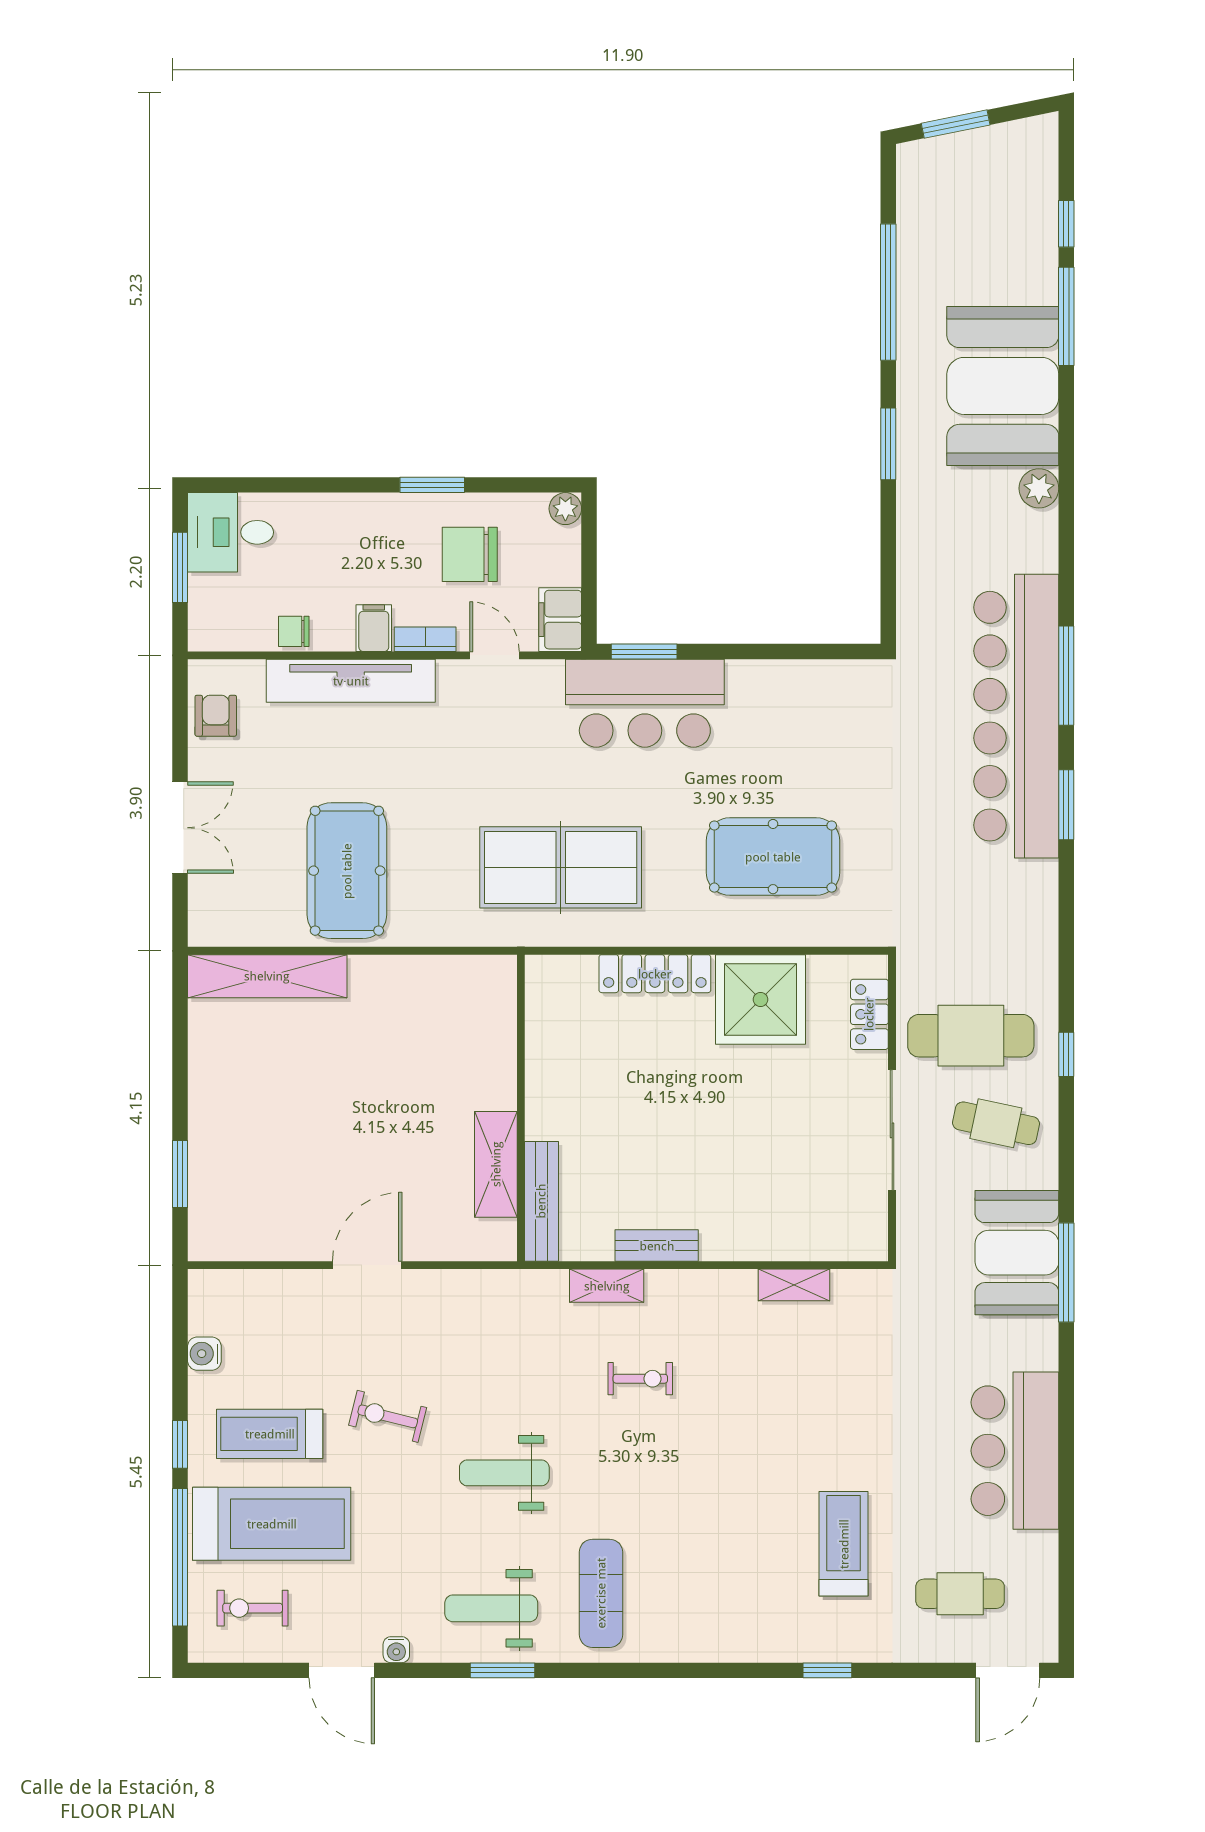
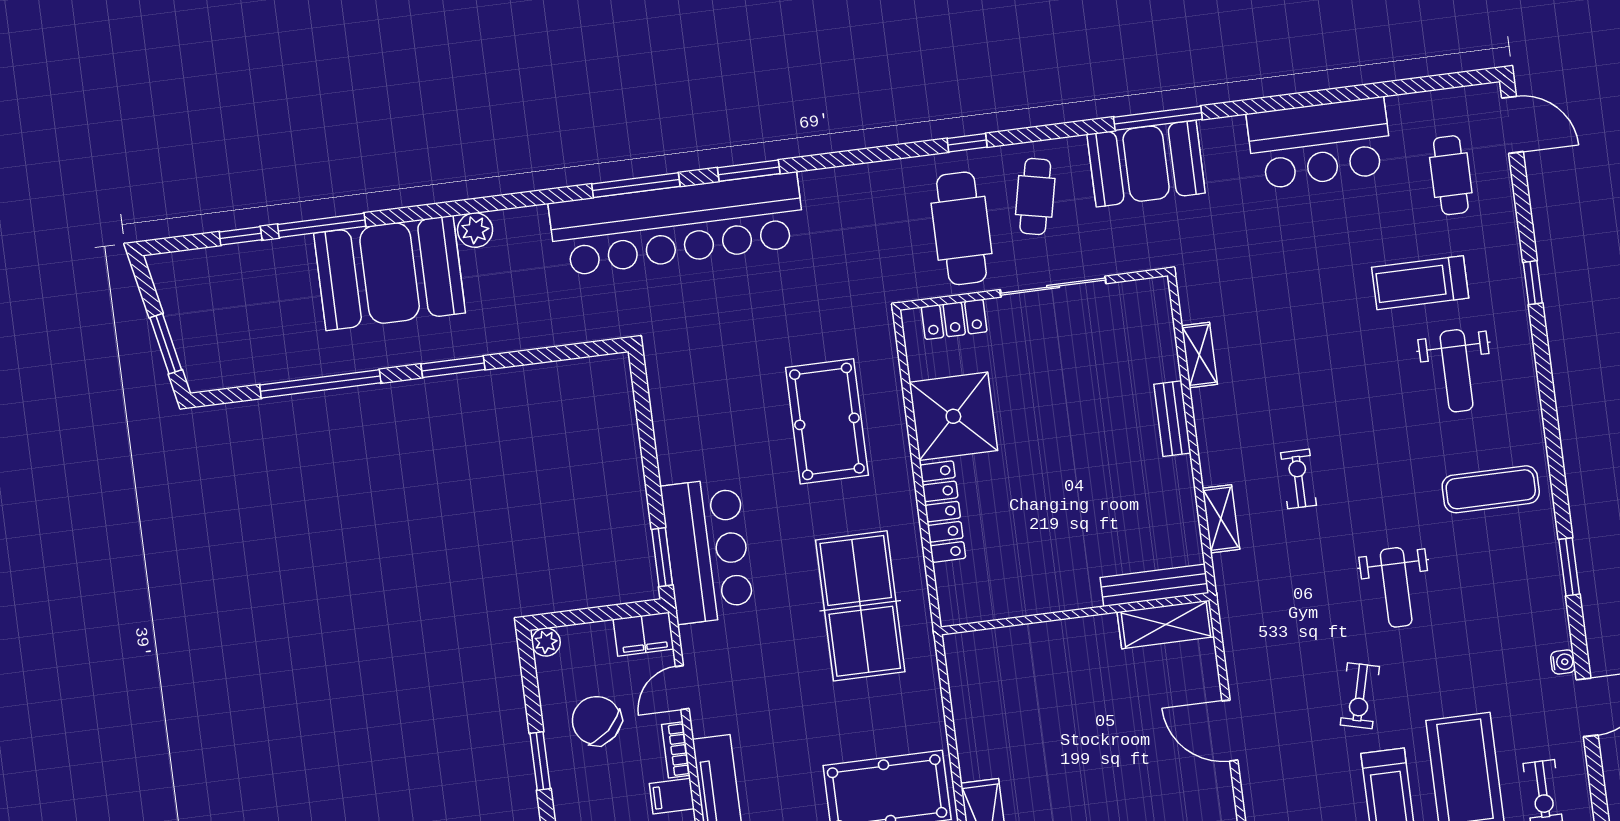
chair: (470, 554) -> (597, 721), turned 138
shelving: (496, 1164) -> (1166, 624), moved
bench: (657, 1246) -> (1172, 419), moved
weight bench: (491, 1608) -> (1457, 371), moved

